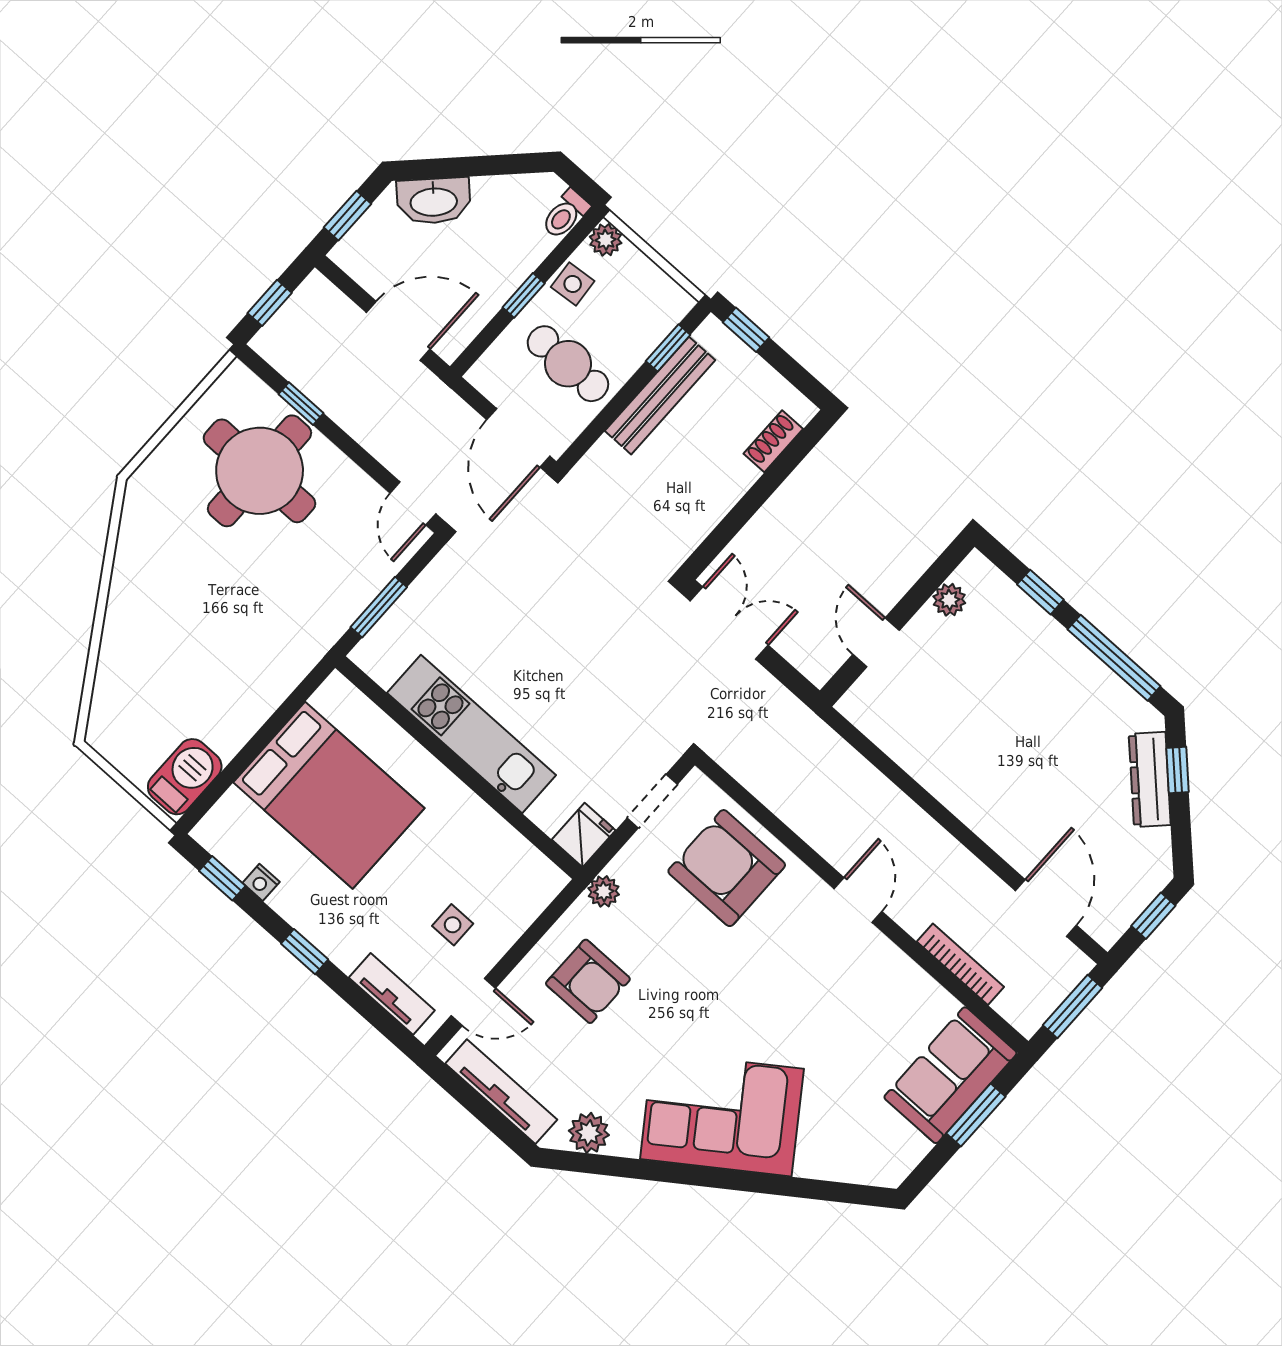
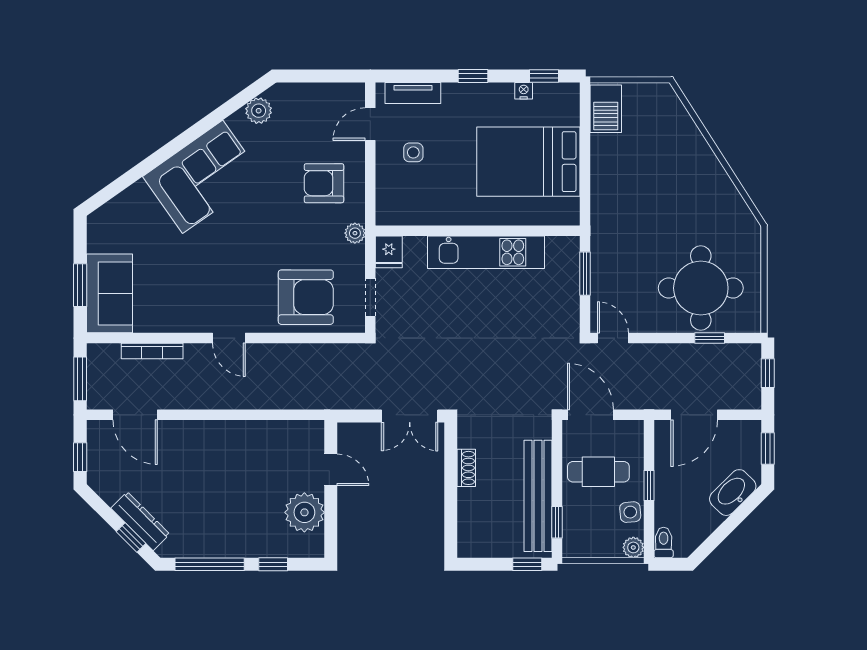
bench: (660, 396) -> (538, 496), width x1.37, depth x1.21
shoe rack: (773, 441) -> (466, 468), moved
plant: (949, 600) -> (304, 512), width x1.88, depth x1.88
tv unit: (501, 1092) -> (319, 93), removed

